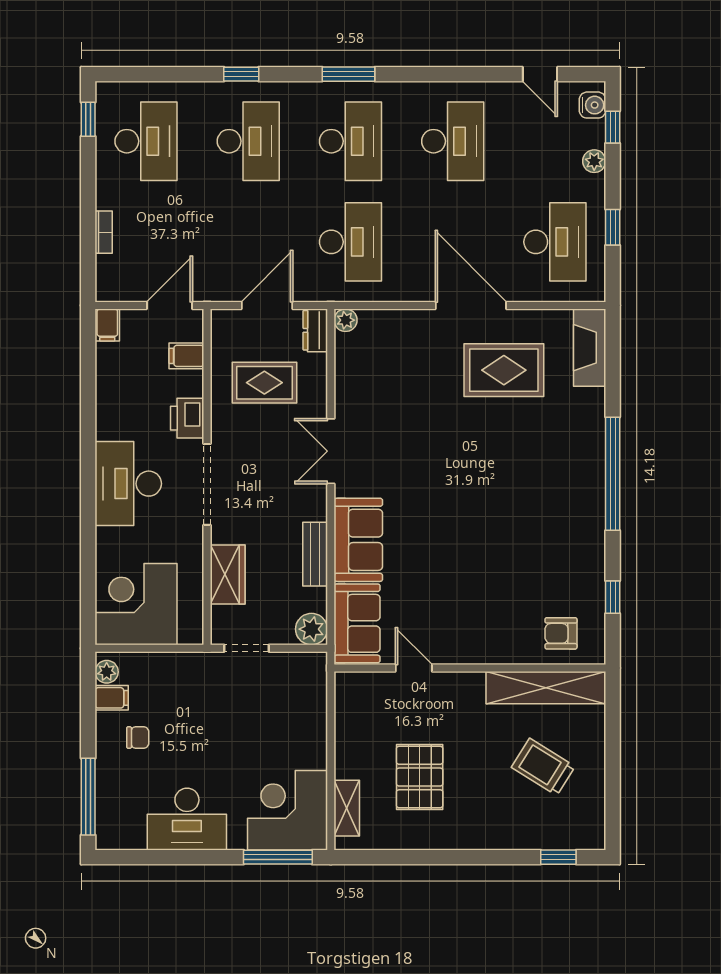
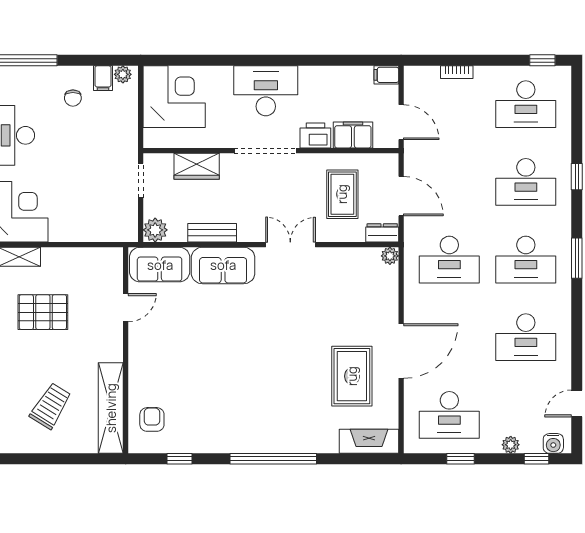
filing cabinet: (186, 356) -> (353, 135), width x2.00

